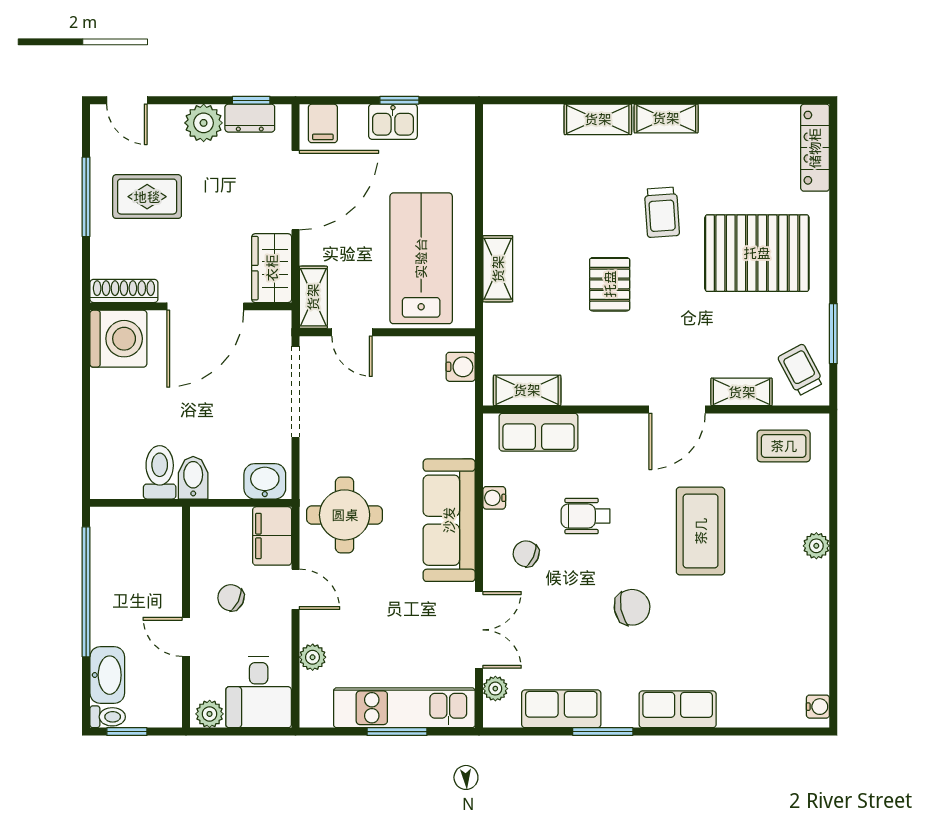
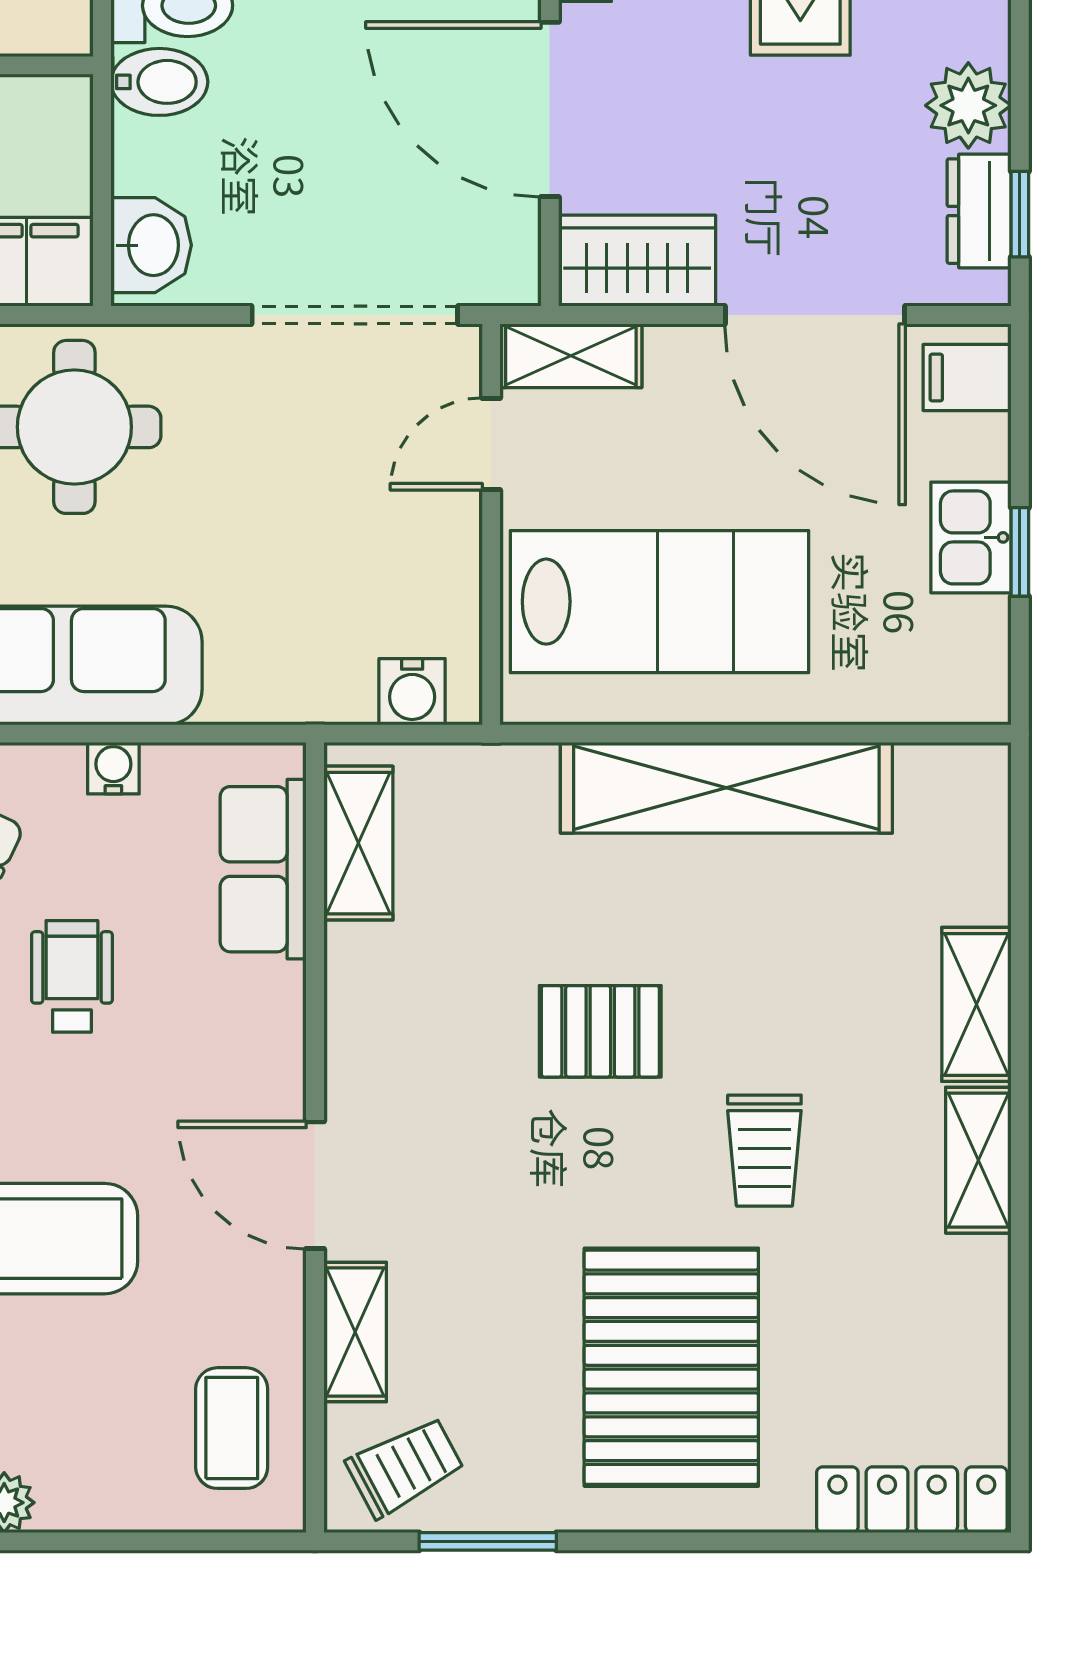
trolley: (662, 212) -> (764, 1151), turned -86
shelving: (498, 269) -> (726, 788), width x2.20, depth x1.33

